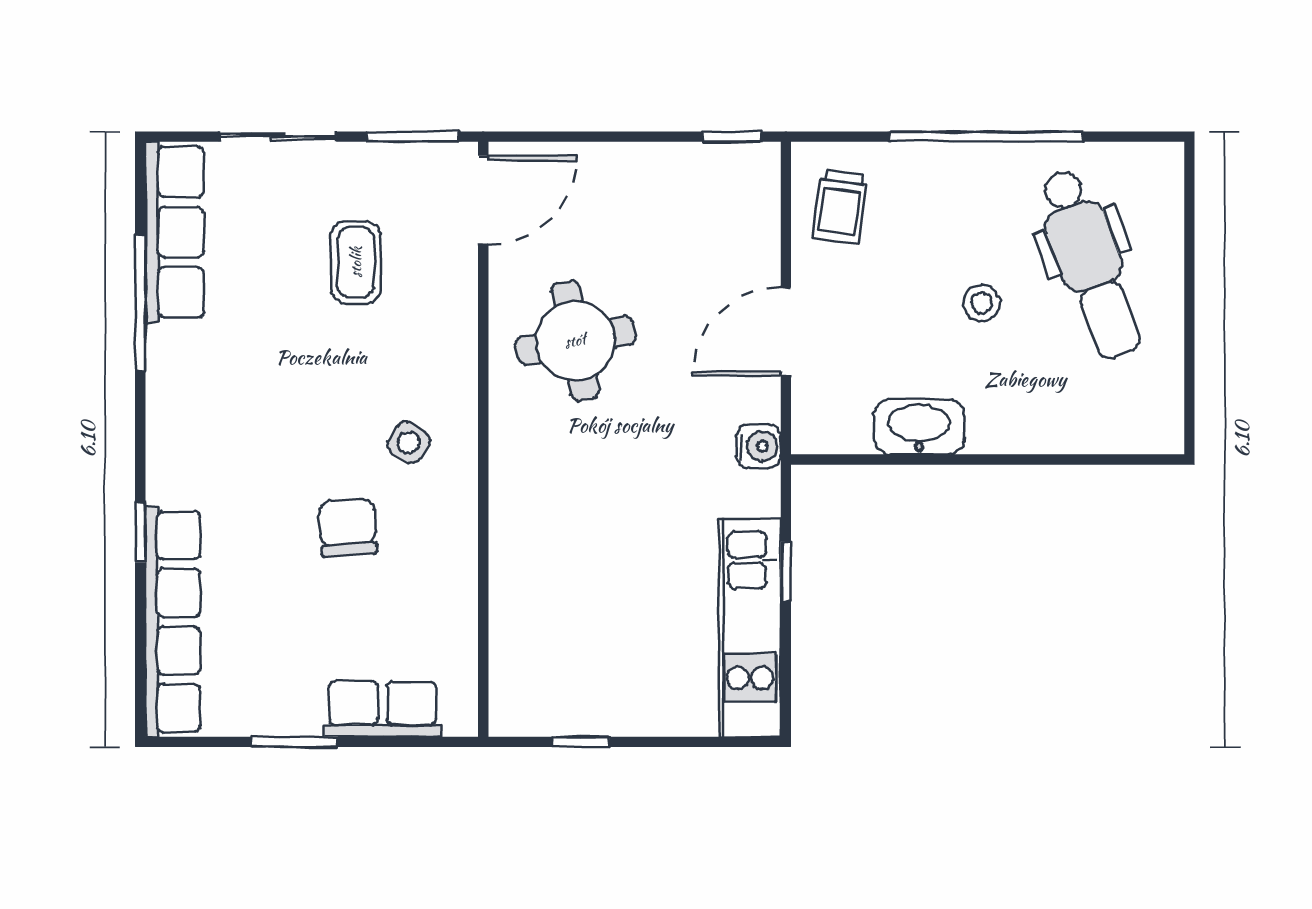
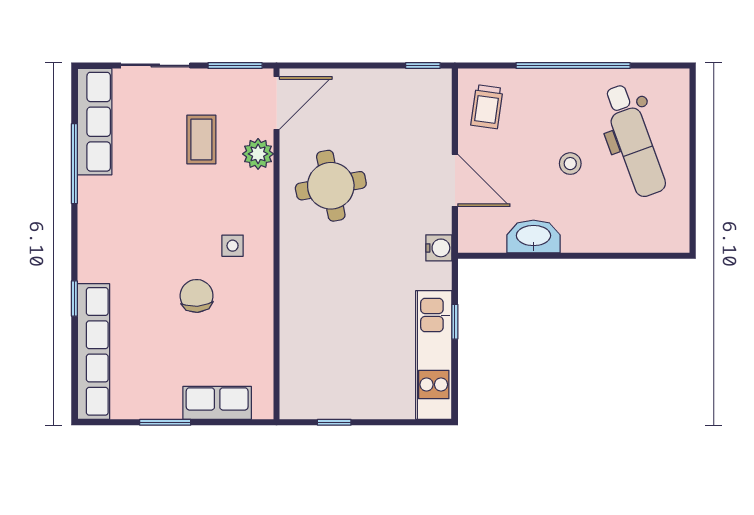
plant: (452, 287) -> (258, 154), added
door: (786, 332) -> (455, 180), swing flipped
side table: (409, 442) -> (233, 246), turned -32

